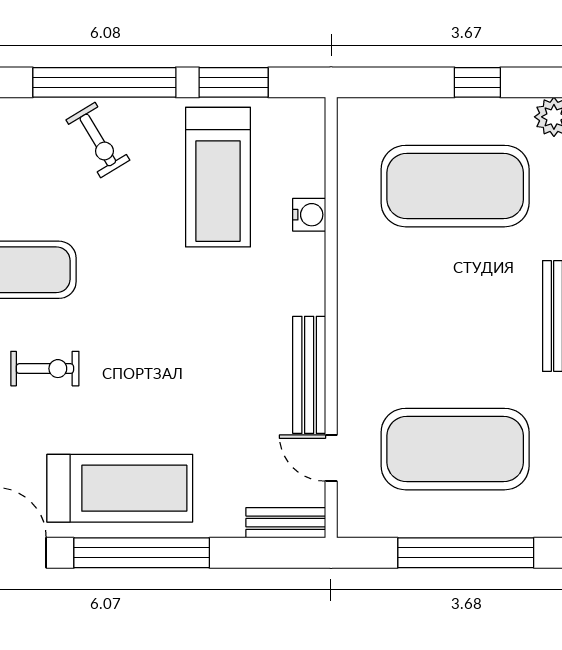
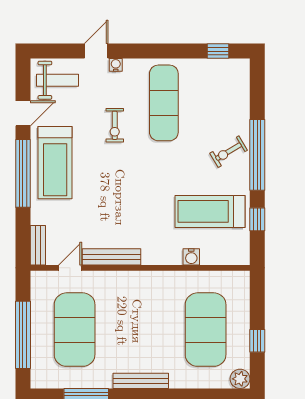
window: (234, 82) -> (257, 219), width x0.67

